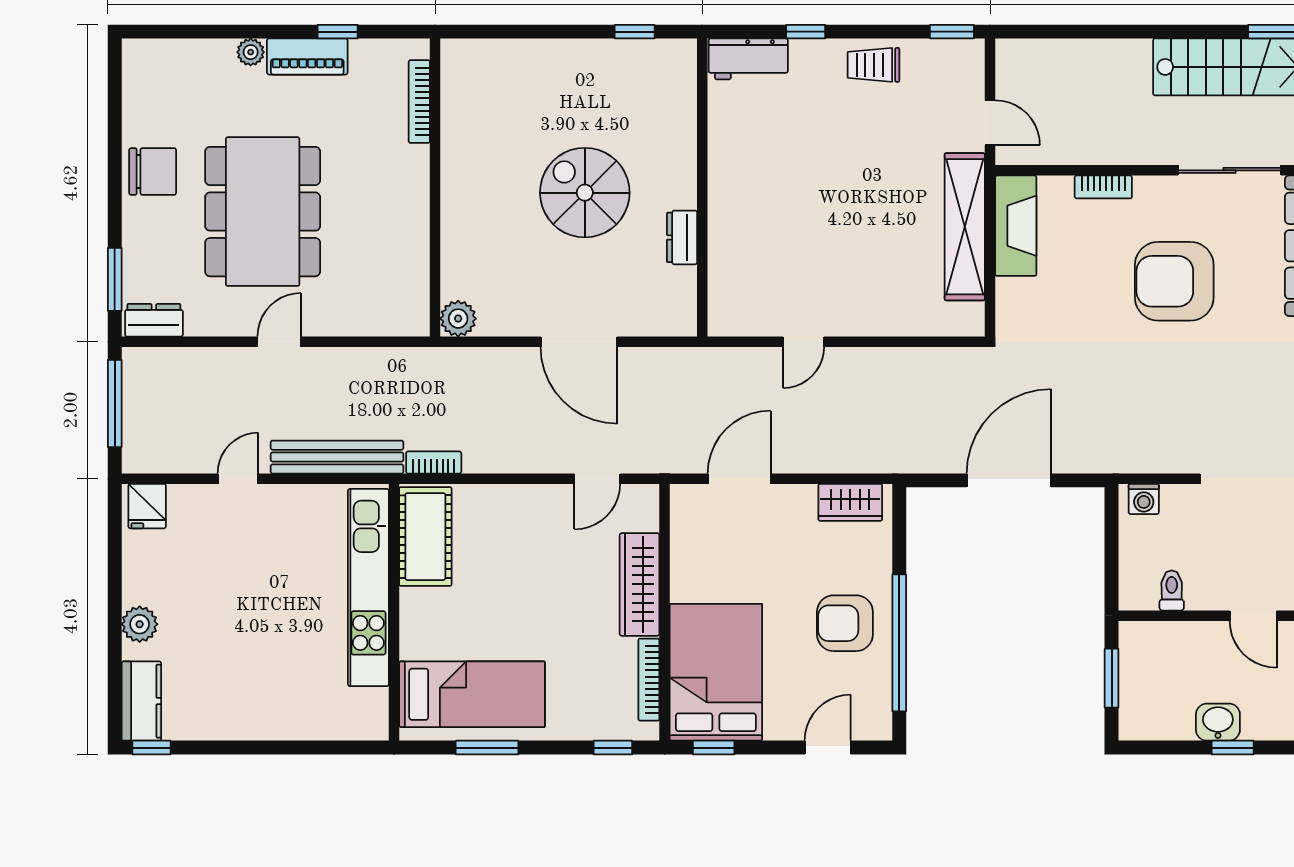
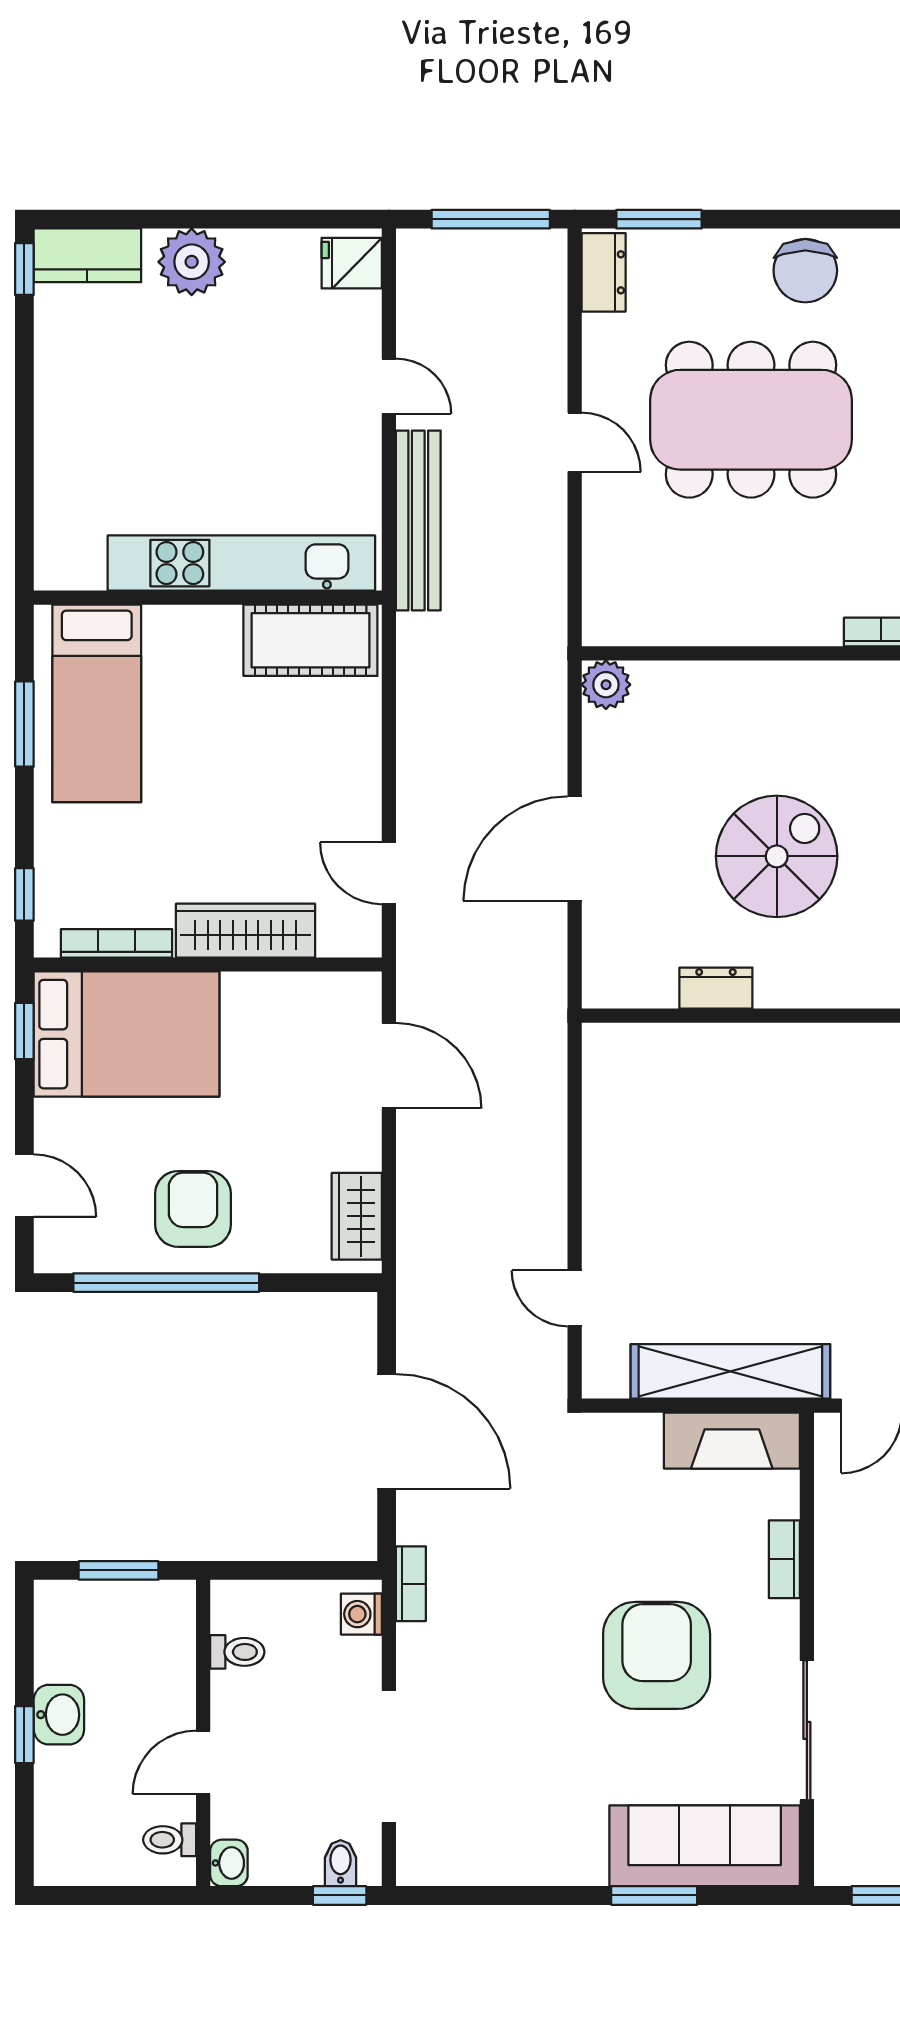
door: (803, 342) -> (575, 1298), moved
bookcase: (434, 462) -> (411, 1584), moved
plant: (140, 624) -> (192, 262), width x1.36, depth x1.36

